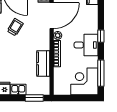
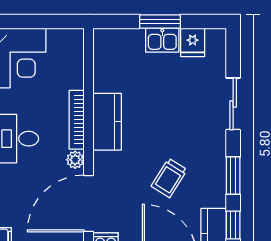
kitchen counter: (43, 64) -> (107, 122), moved
window: (34, 98) -> (160, 21), moved

